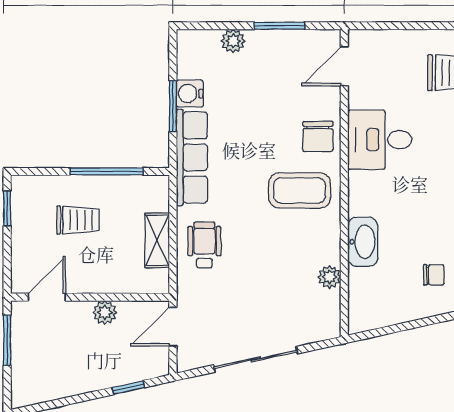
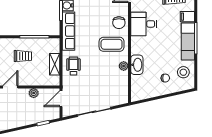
plant: (329, 277) -> (124, 66), moved

